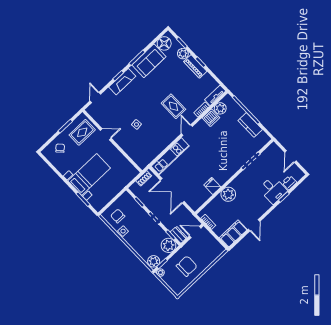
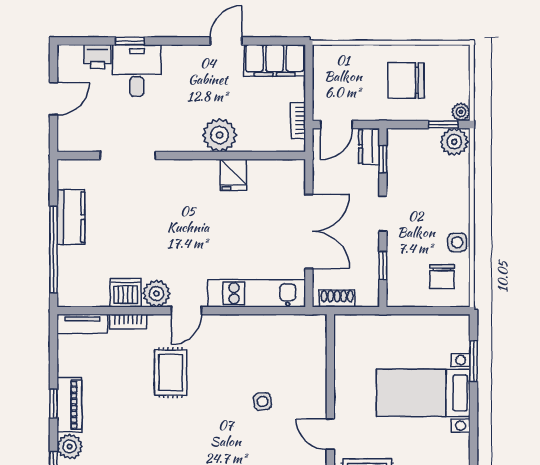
plant: (220, 108) -> (156, 293), moved
door: (195, 232) -> (336, 124), hinge flipped
plant: (168, 245) -> (403, 145), removed

